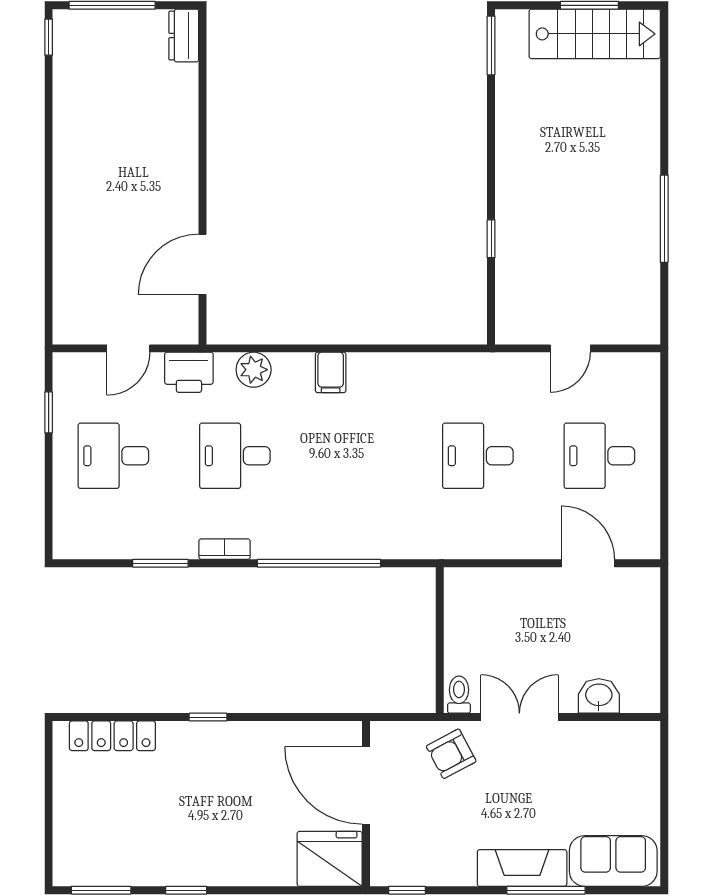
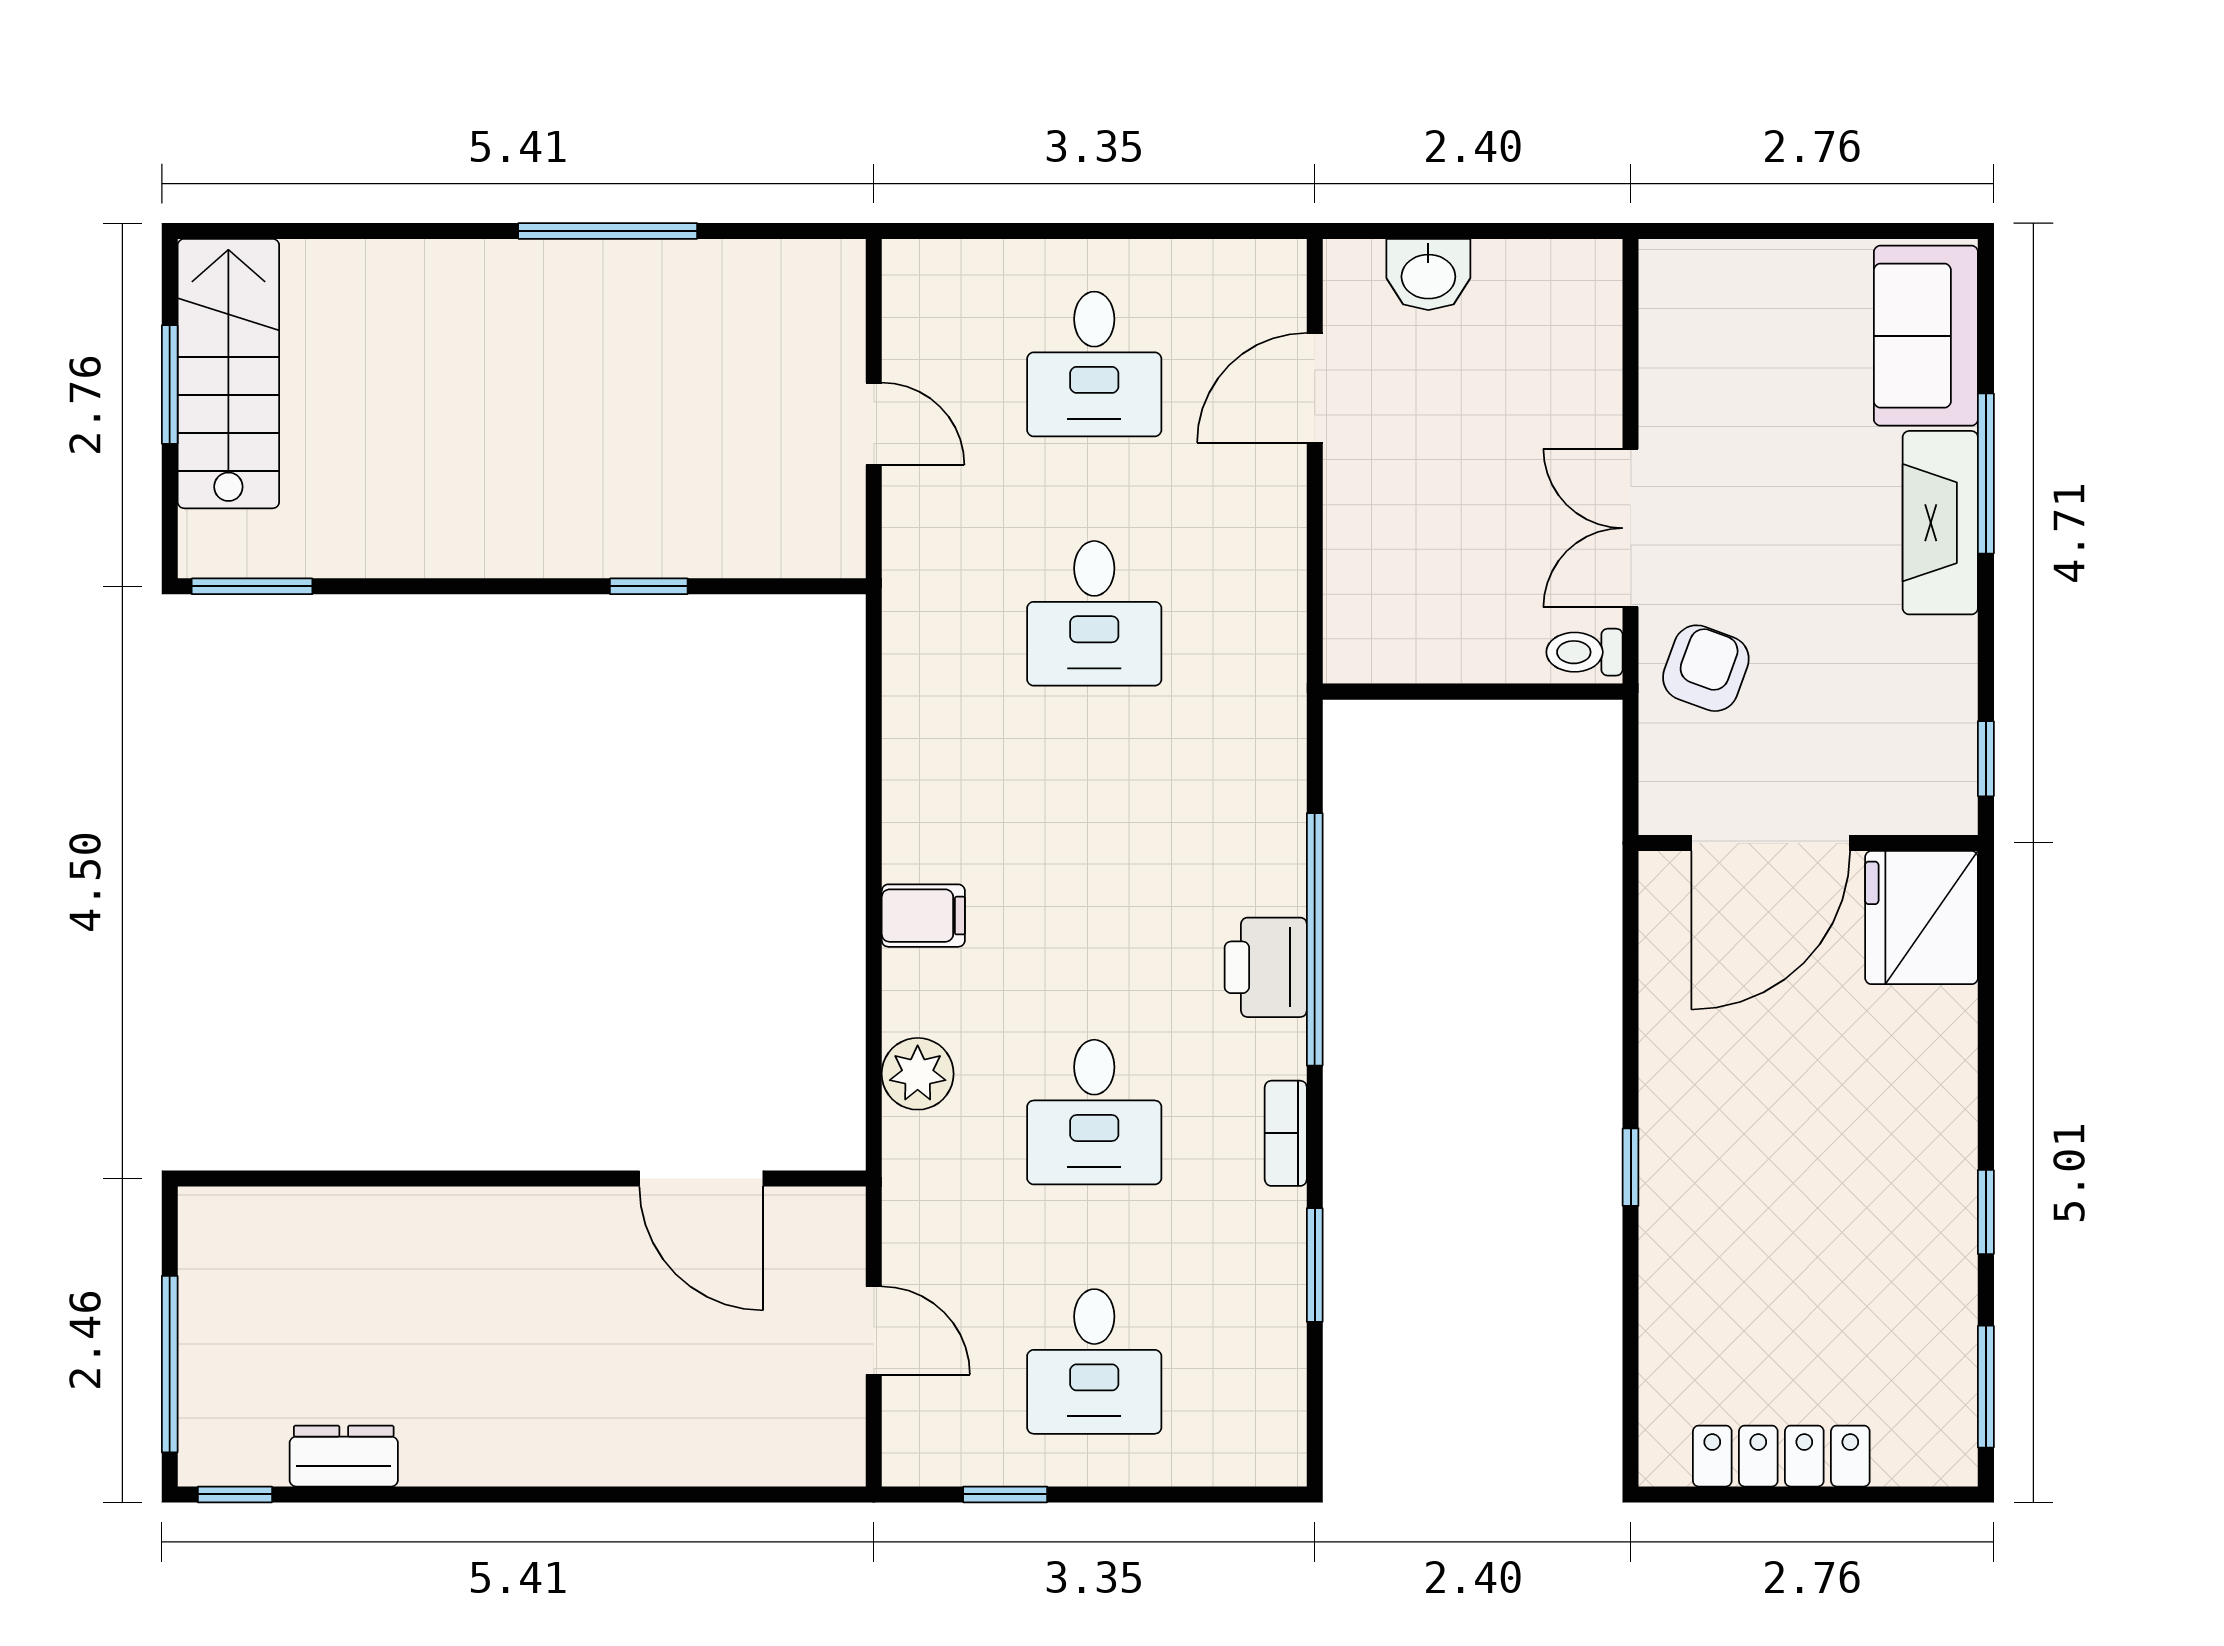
dresser: (184, 36) -> (344, 1456), moved, turned 180
printer: (189, 372) -> (1266, 967), moved, turned 180
washbasin: (599, 696) -> (1428, 274), moved, turned -90
locker: (112, 736) -> (1781, 1456), moved, turned -90
armchair: (451, 754) -> (1706, 668), turned -132

